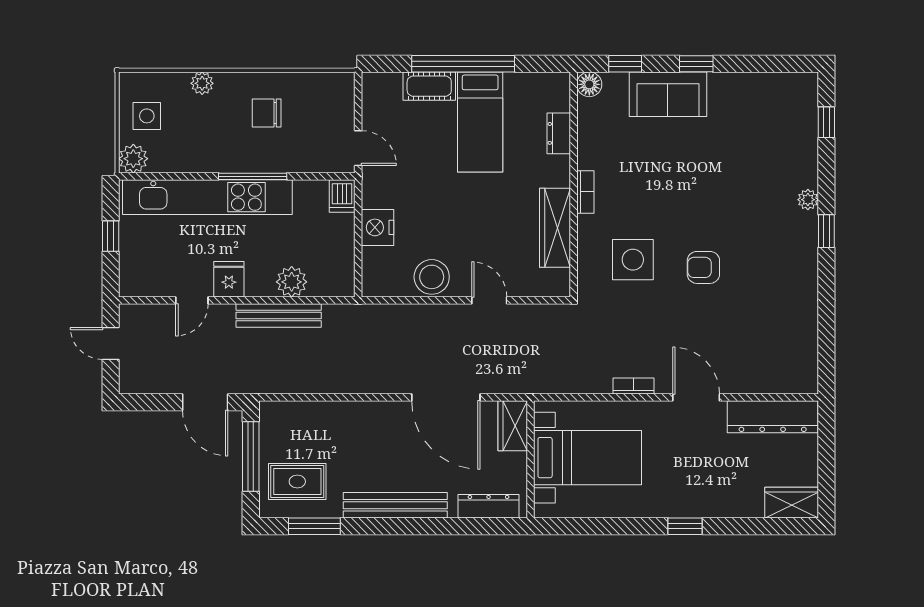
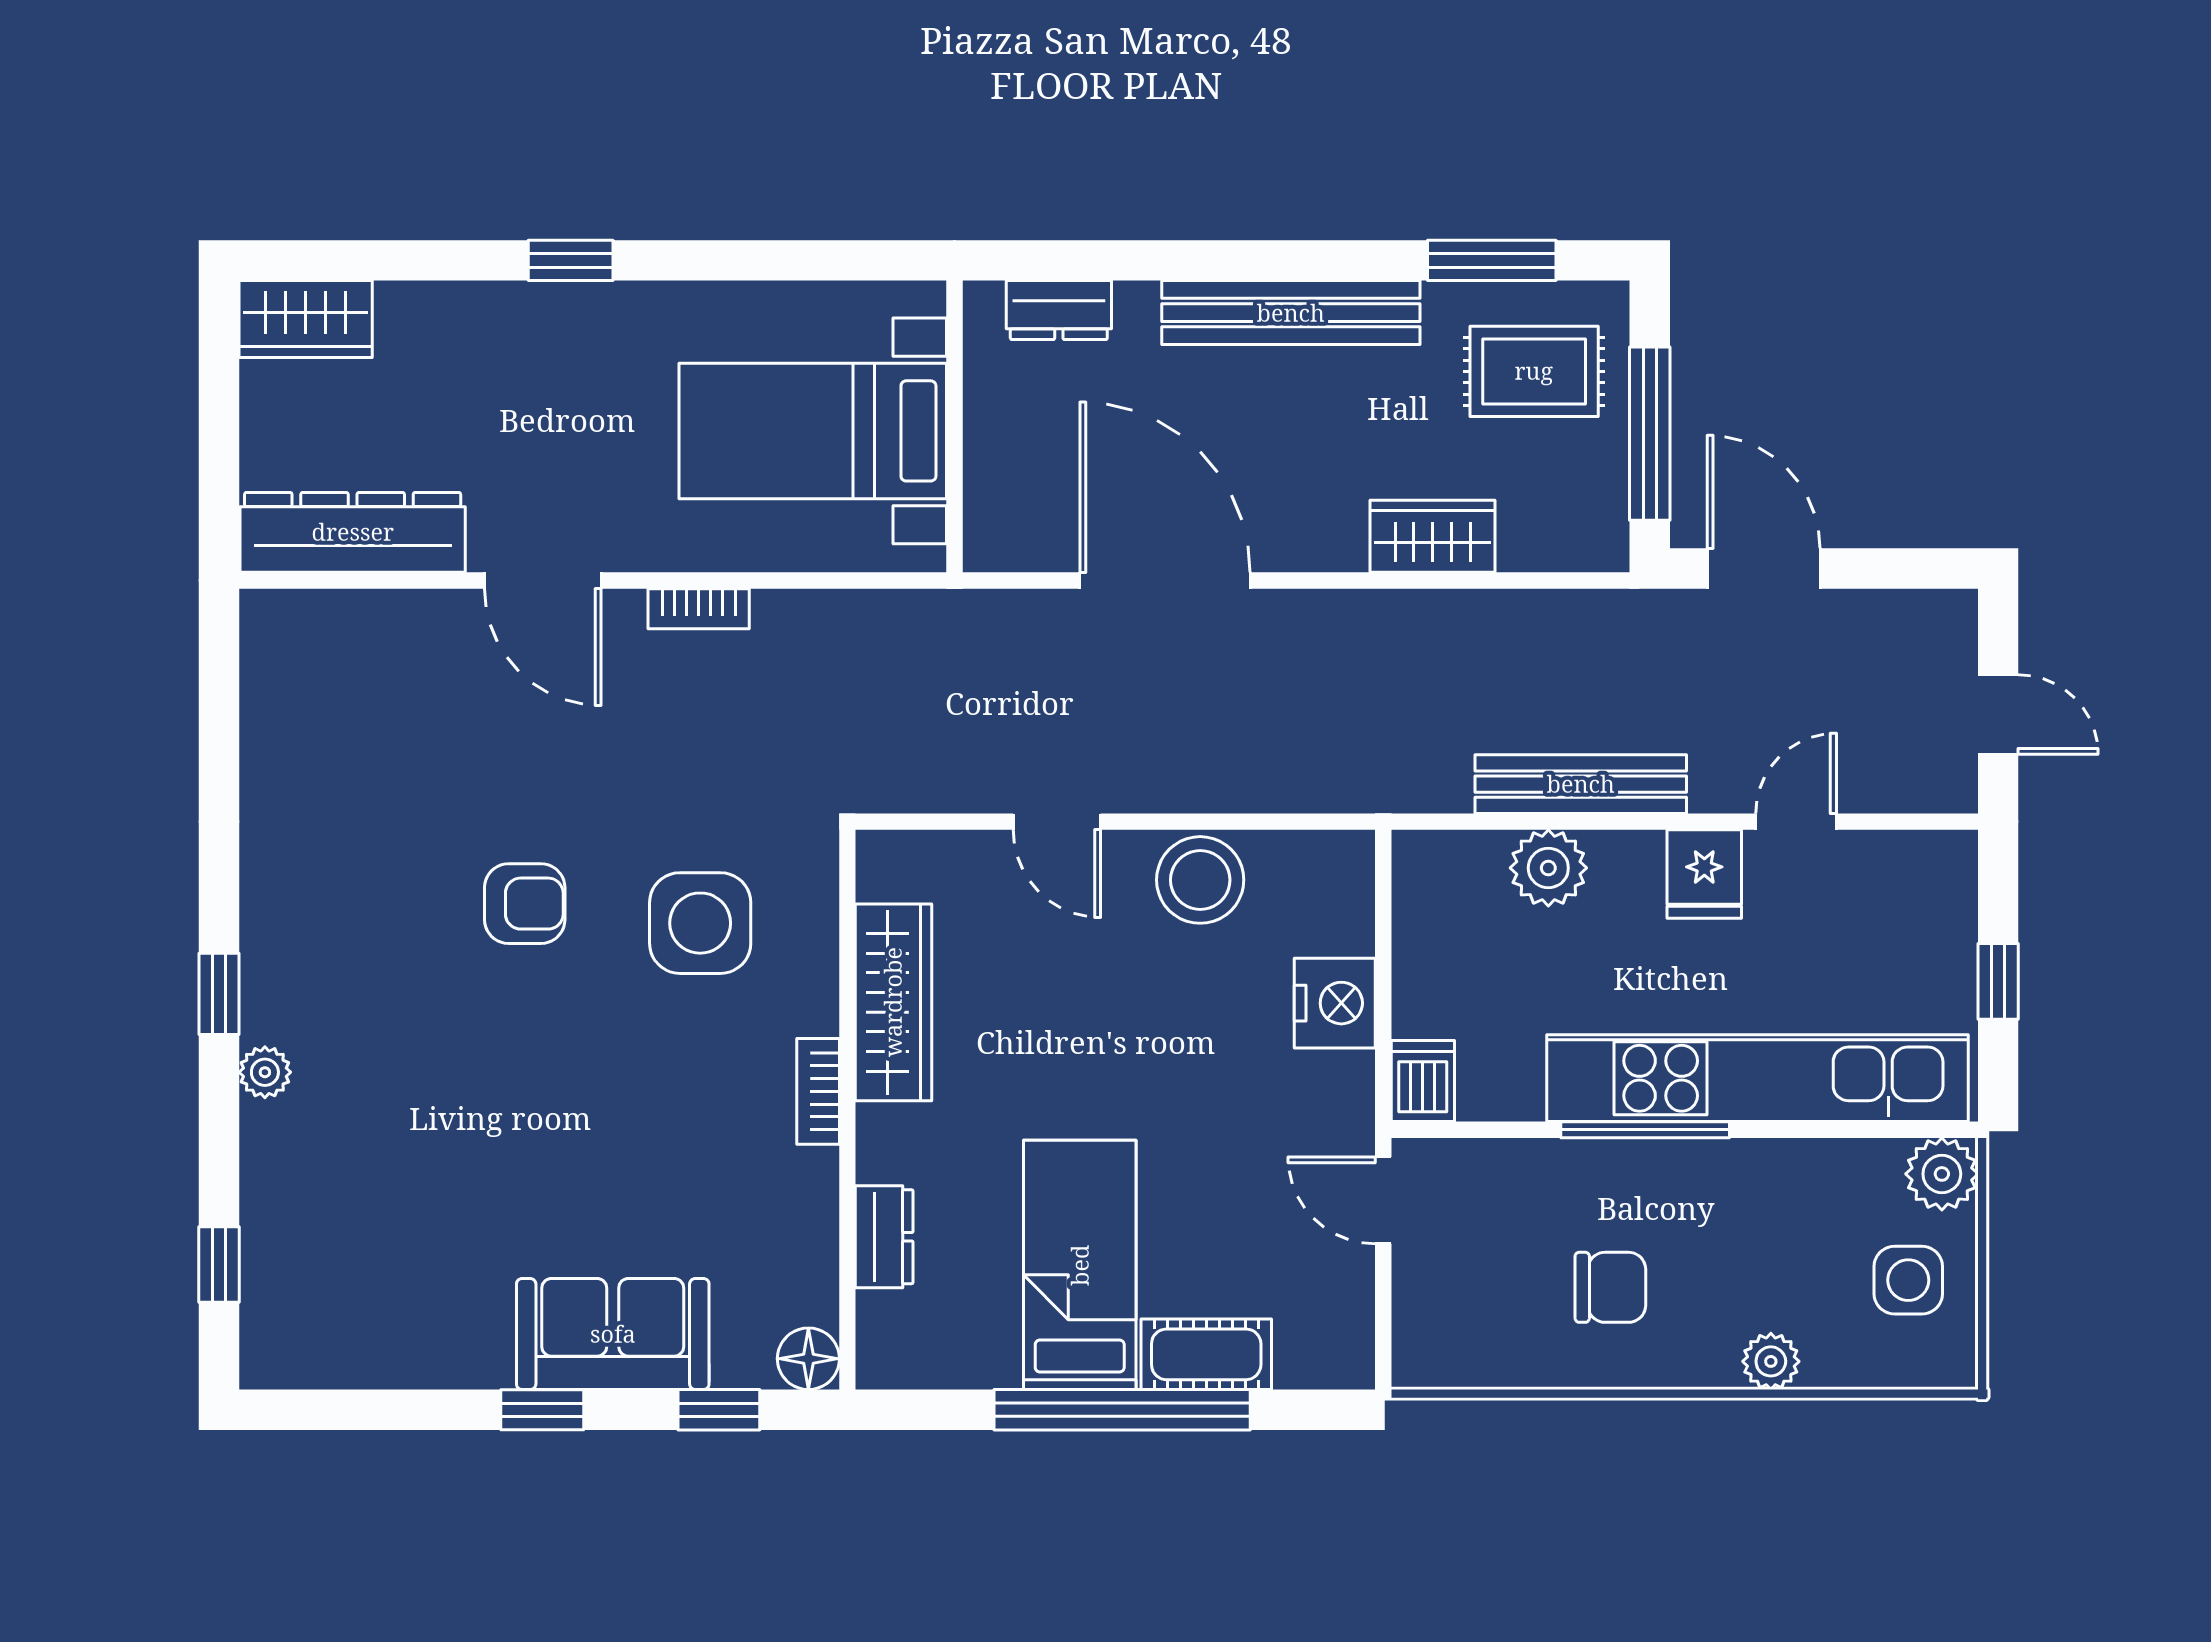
wardrobe: (513, 426) -> (1433, 536), moved, turned -90
dresser: (489, 506) -> (1059, 310), width x0.70

